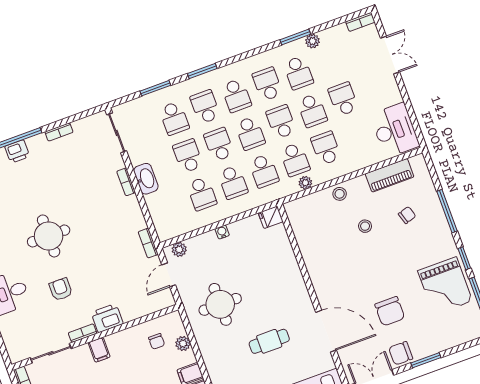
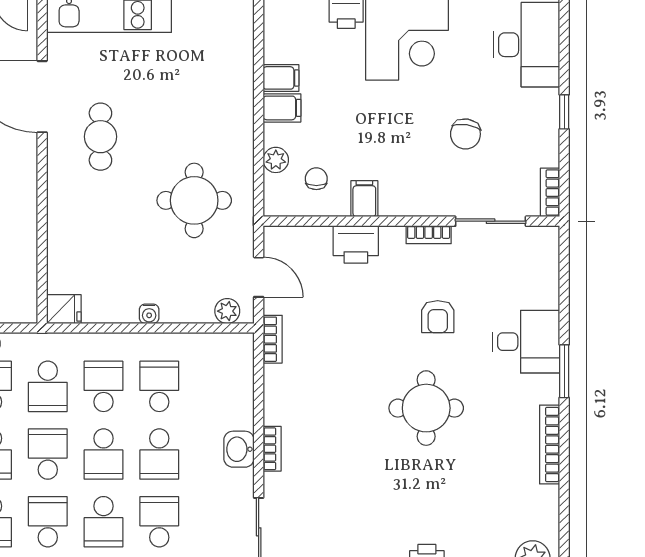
school desk: (264, 171) -> (48, 386), turned 180
washbasin: (146, 179) -> (239, 449), width x0.72
door: (169, 275) -> (259, 277), hinge flipped
printer: (107, 318) -> (356, 244), moved
cafe table: (269, 341) -> (100, 137), moved, turned 90
filing cabinet: (99, 350) -> (364, 199), moved

